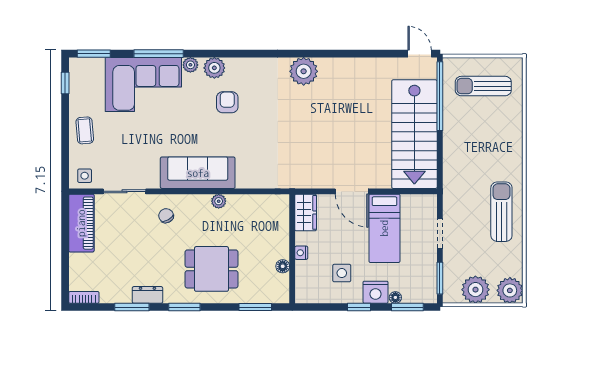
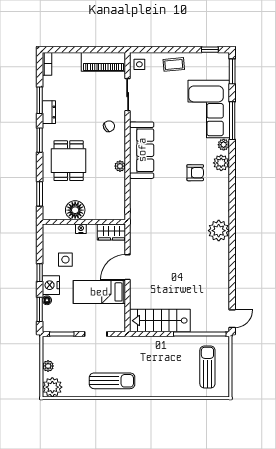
stairs: (414, 134) -> (160, 321), width x0.73, depth x0.66
floor lamp: (283, 266) -> (75, 210), width x1.89, depth x1.89
plant: (475, 290) -> (48, 366), width x0.53, depth x0.53

